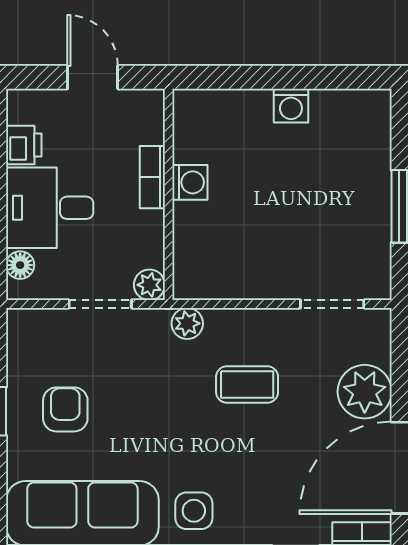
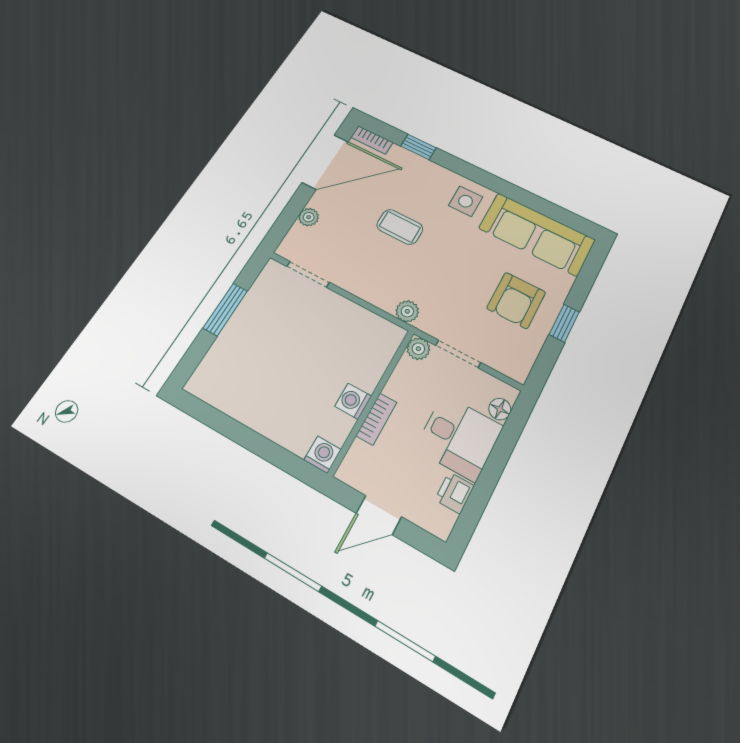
door: (93, 77) -> (379, 515), hinge flipped
washing machine: (291, 106) -> (323, 455), moved
coffee table: (247, 384) -> (400, 227), moved
plant: (365, 392) -> (309, 217), width x0.53, depth x0.53
armchair: (65, 409) -> (516, 300), width x1.38, depth x1.38

